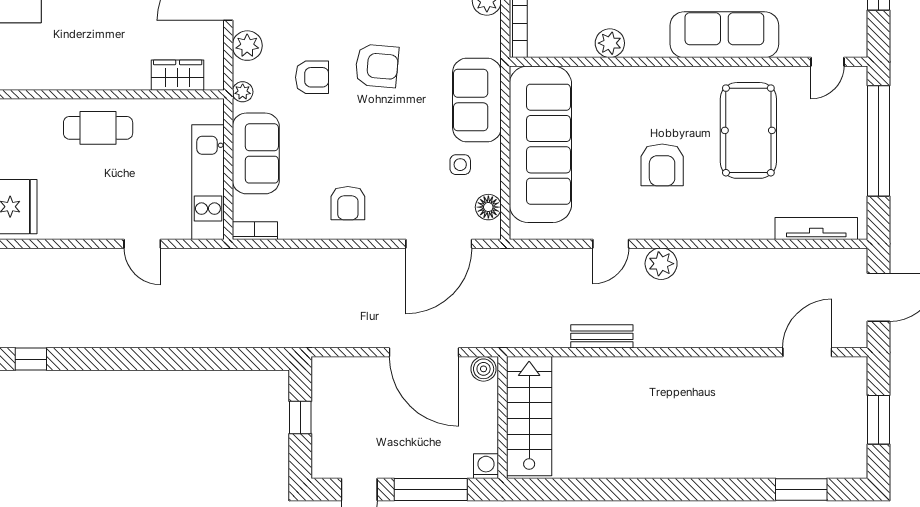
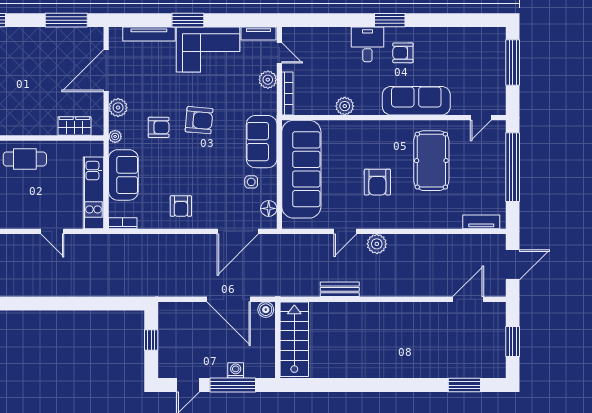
tv unit: (816, 228) -> (481, 222), width x0.71
washing machine: (486, 466) -> (236, 370), moved

